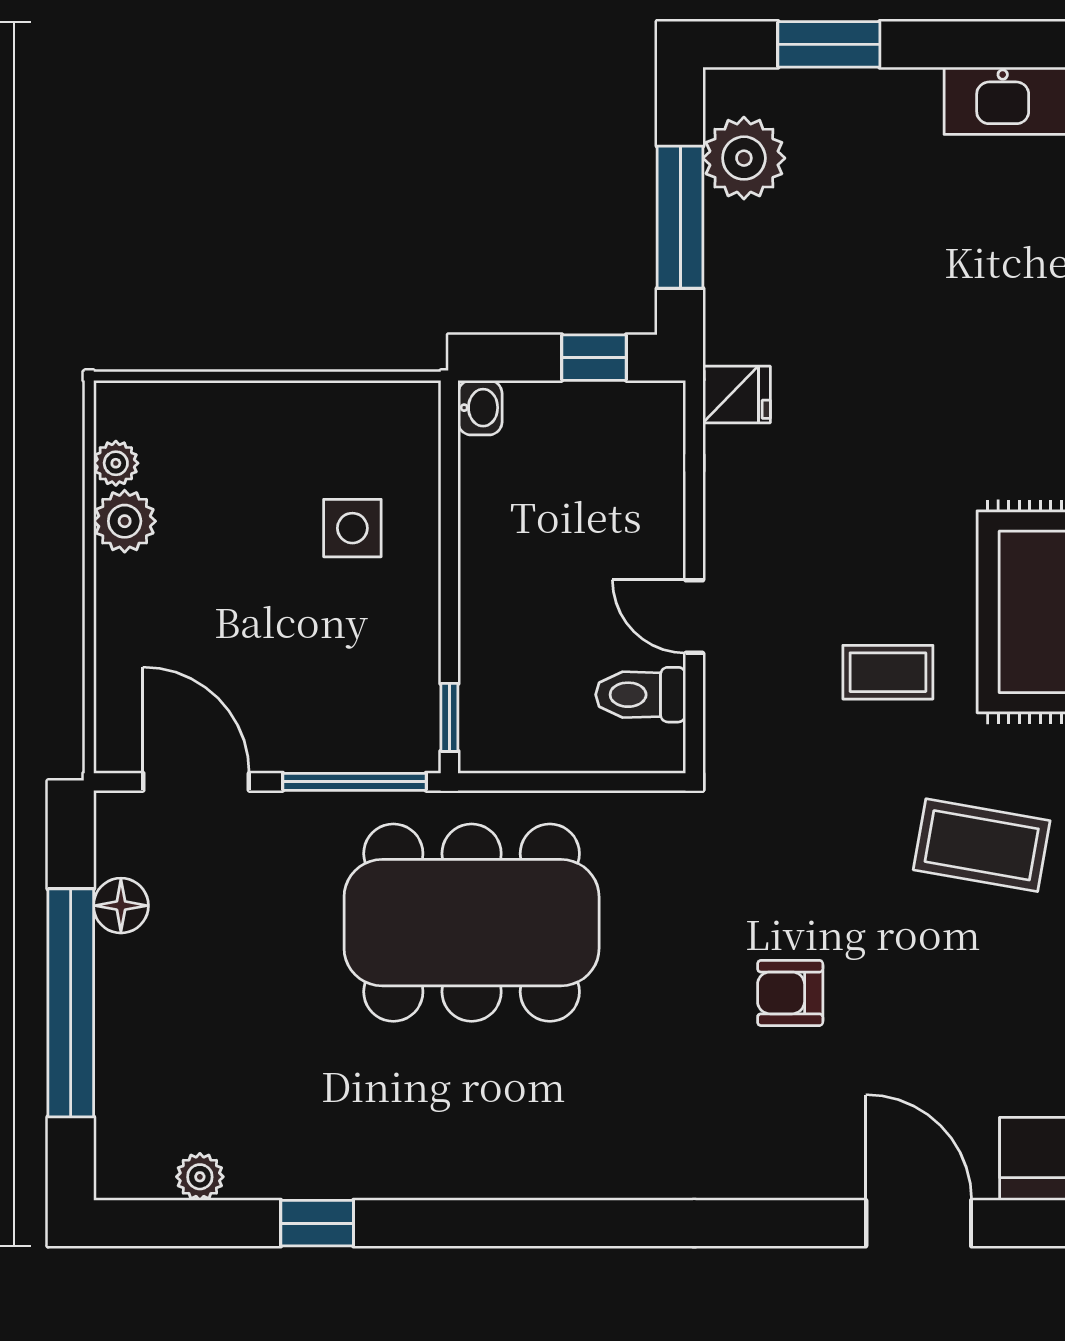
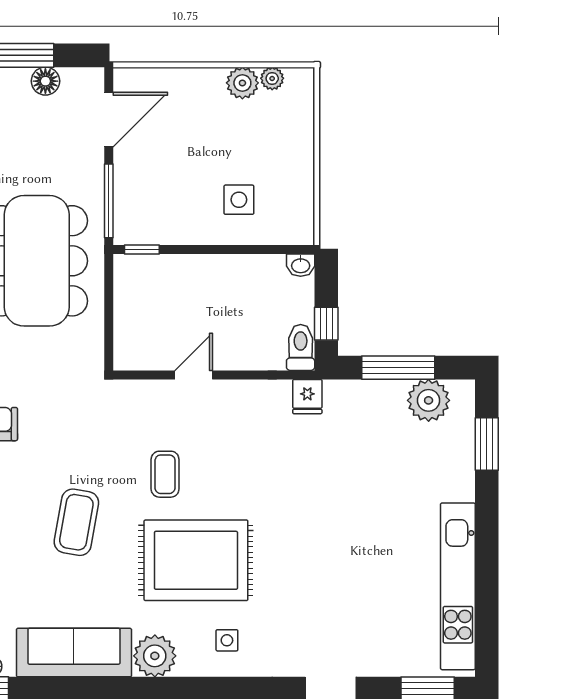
toilet: (641, 695) -> (301, 347), moved

